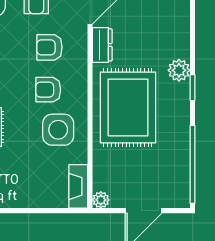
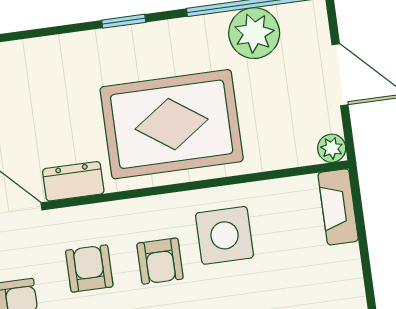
armchair: (50, 47) -> (89, 269), turned 180
plant: (179, 70) -> (254, 33), moved, width x1.36, depth x1.36
fireplace: (78, 186) -> (338, 207), moved, turned 90

